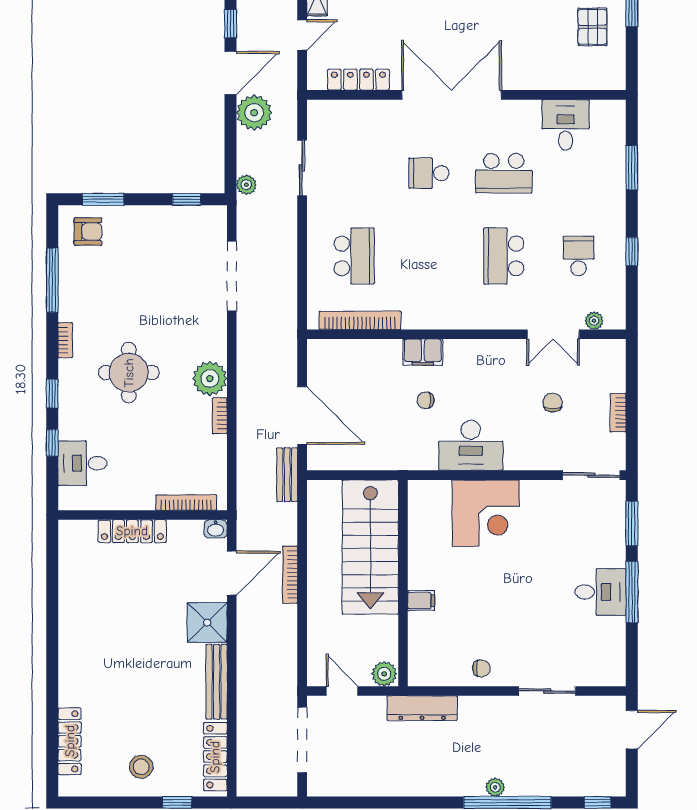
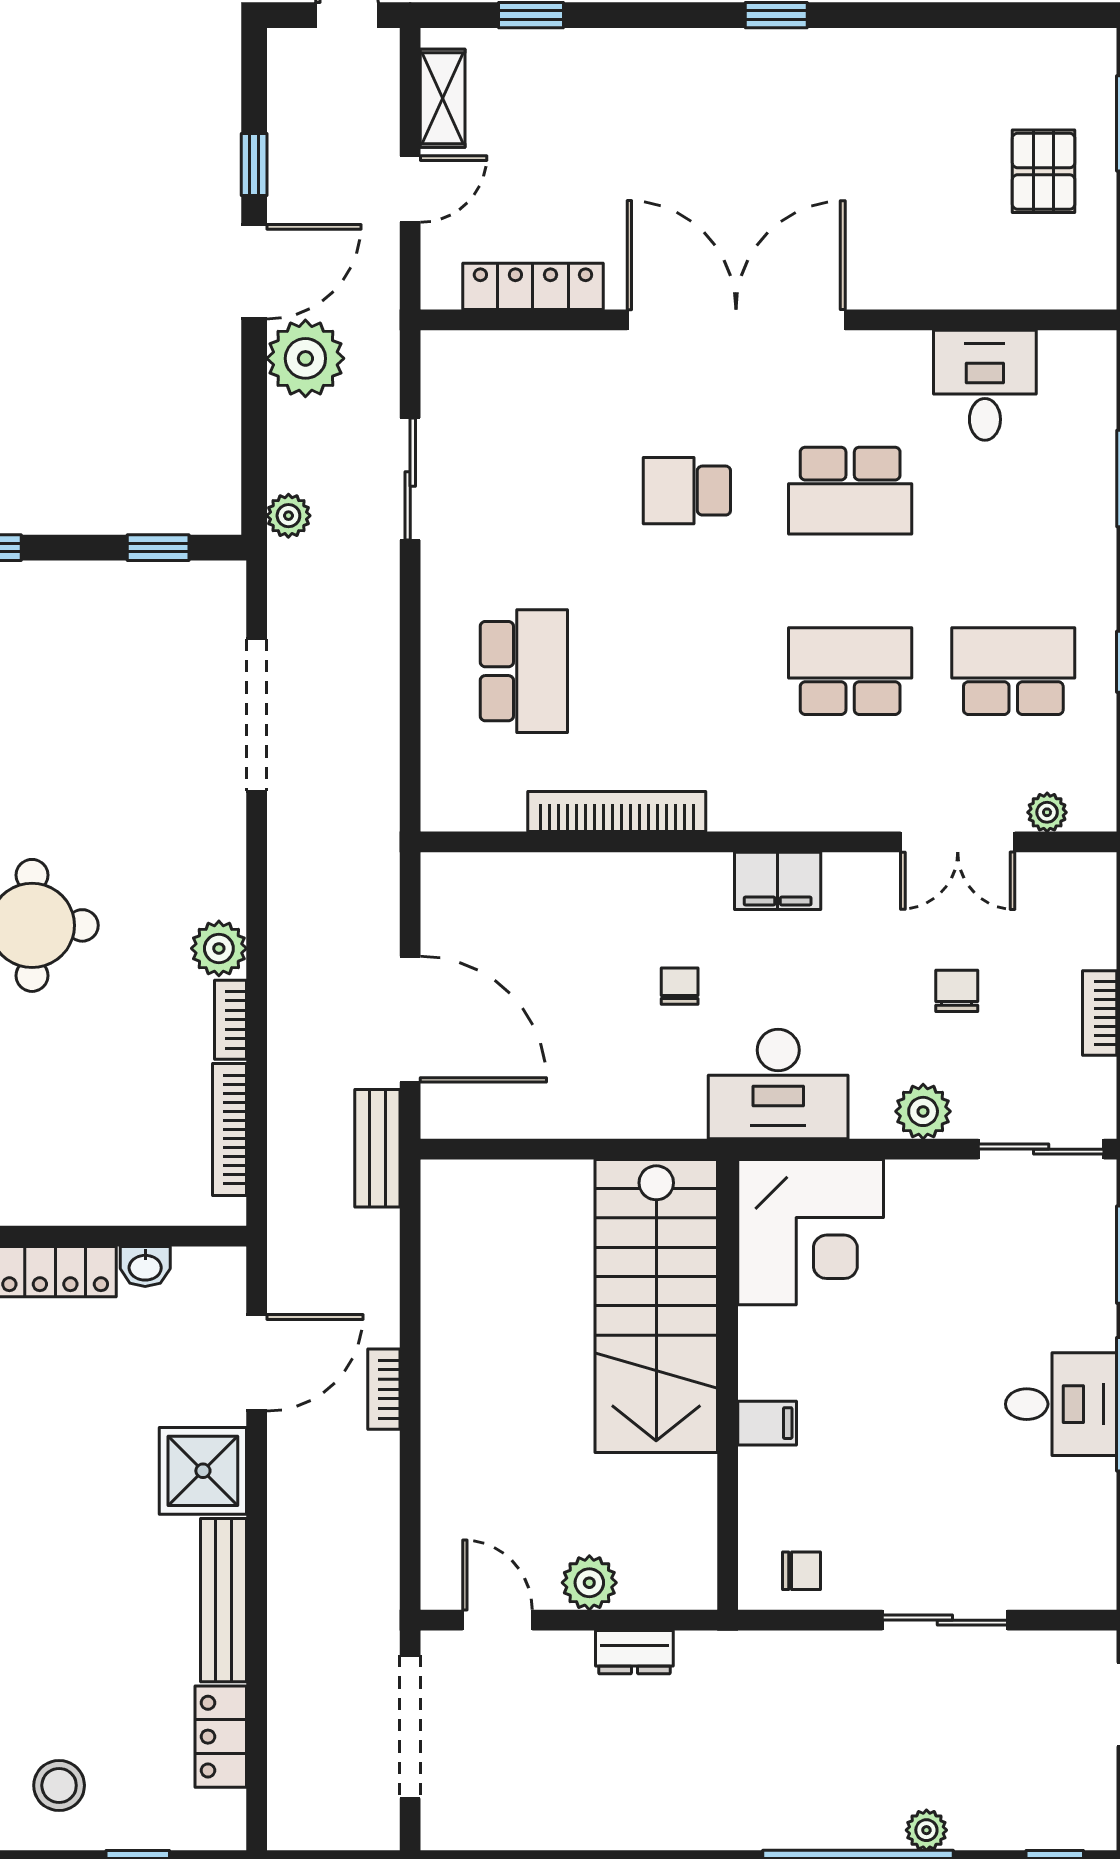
school desk: (504, 256) -> (850, 671), turned 90
school desk: (579, 256) -> (1013, 671), width x1.85
bookcase: (360, 320) -> (617, 812), moved
filing cabinet: (423, 352) -> (778, 881), moved
plant: (210, 379) -> (219, 948), width x0.73, depth x0.73
chair: (426, 400) -> (680, 986), turned 90
plant: (537, 458) -> (923, 1111), added
bookcase: (186, 503) -> (229, 1130), moved, turned -90
washbasin: (216, 529) -> (145, 1267), moved
stairs: (370, 547) -> (656, 1306), moved
bookcase: (290, 575) -> (384, 1389), width x0.64
wall: (403, 583) -> (728, 1385), moved
filing cabinet: (421, 601) -> (767, 1423), moved
dresser: (422, 708) -> (634, 1652), width x0.51, depth x0.80
locker: (215, 757) -> (221, 1737), width x0.66
plant: (495, 787) -> (926, 1830), moved

